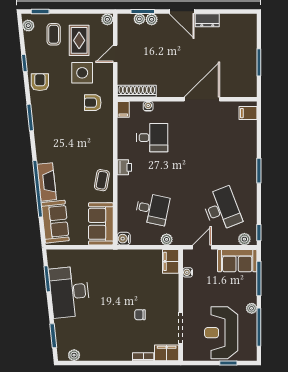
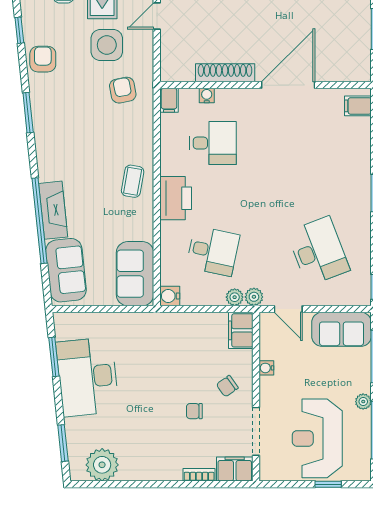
shoe rack: (137, 91) -> (225, 73), moved
armchair: (93, 103) -> (123, 90), turned 79
printer: (124, 167) -> (176, 198), width x1.87, depth x1.48
coffee table: (102, 180) -> (133, 181), moved
plant: (244, 239) -> (254, 297), moved
door: (202, 247) -> (288, 309), swing flipped
water cooler: (188, 272) -> (266, 368), moved
chair: (162, 298) -> (227, 386), added
plant: (74, 355) -> (102, 465), width x1.88, depth x1.88

